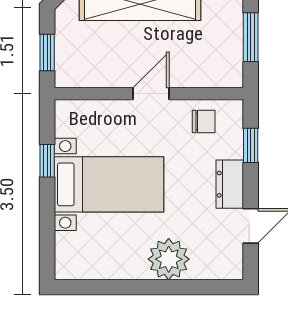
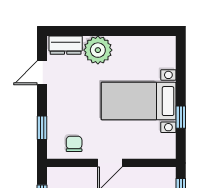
chair: (204, 122) -> (74, 144), turned 90
dresser: (230, 184) -> (66, 45), moved, turned 90

